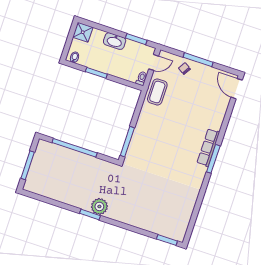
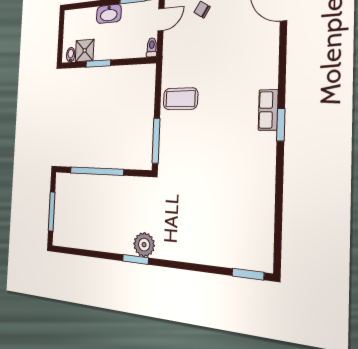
shower: (83, 32) -> (85, 50), moved
coffee table: (157, 92) -> (180, 99), moved, turned 90
row of seats: (208, 148) -> (268, 110), width x0.68
window: (213, 159) -> (281, 125), width x0.69

